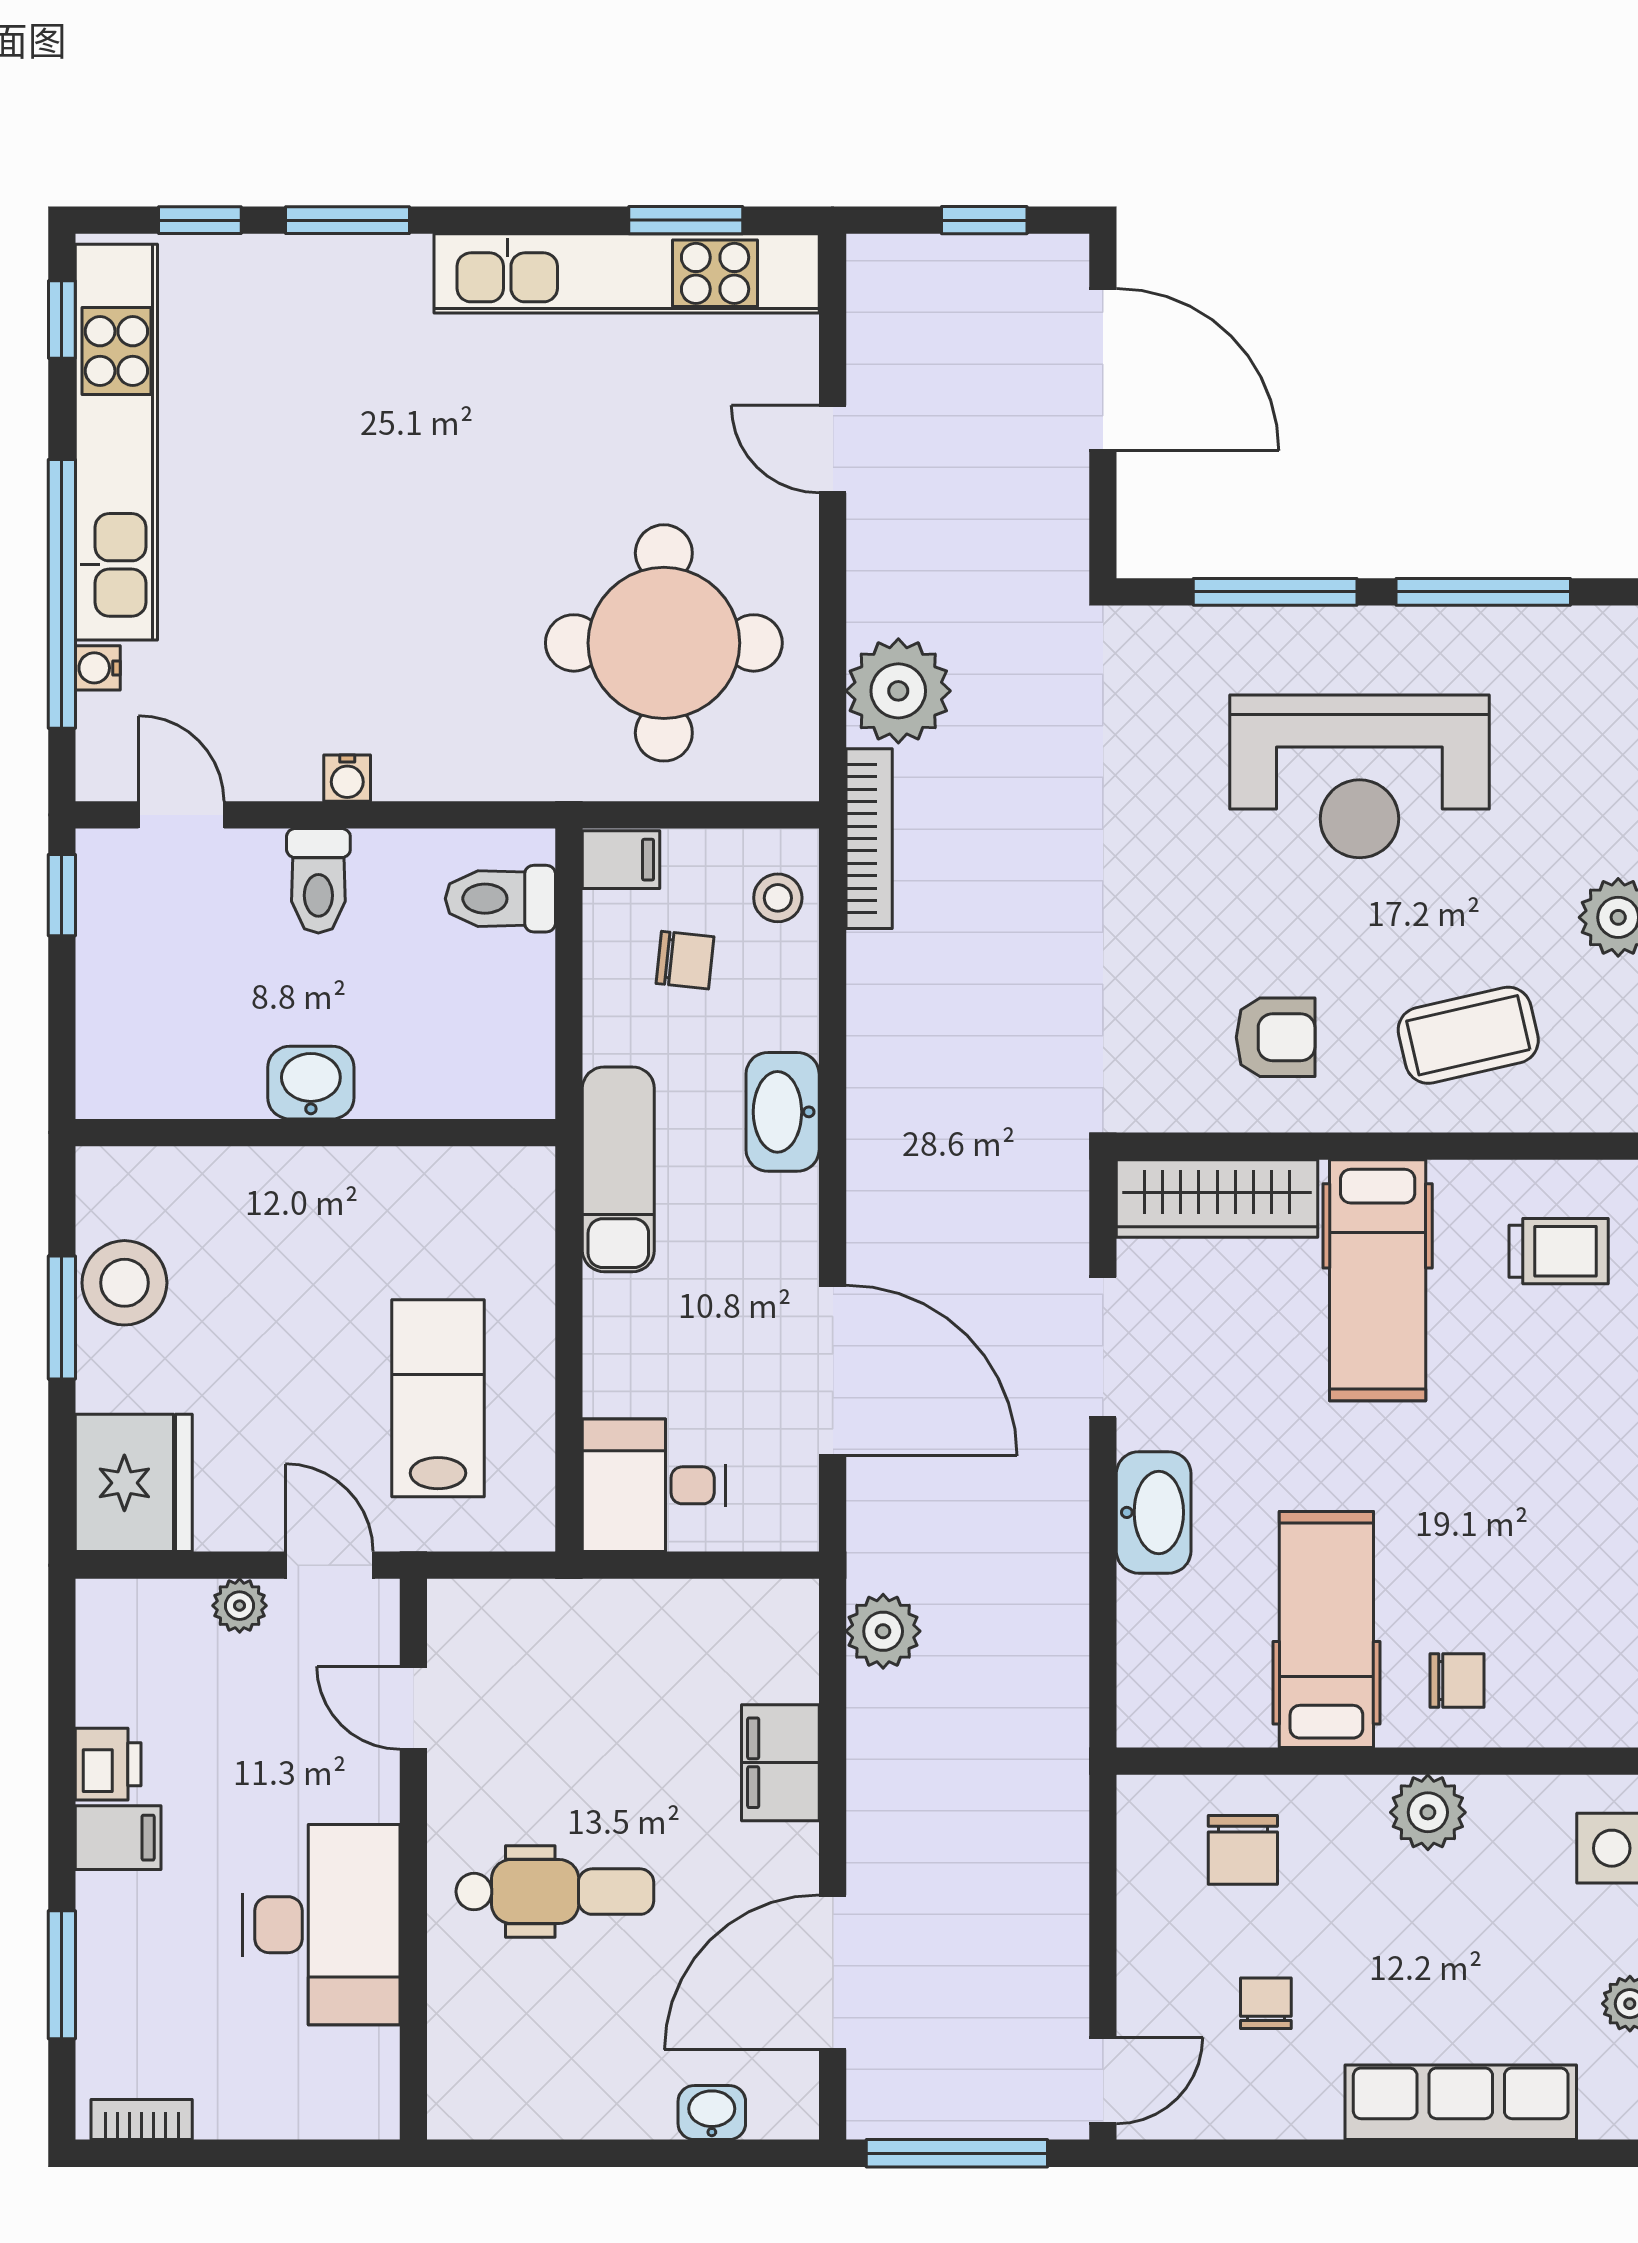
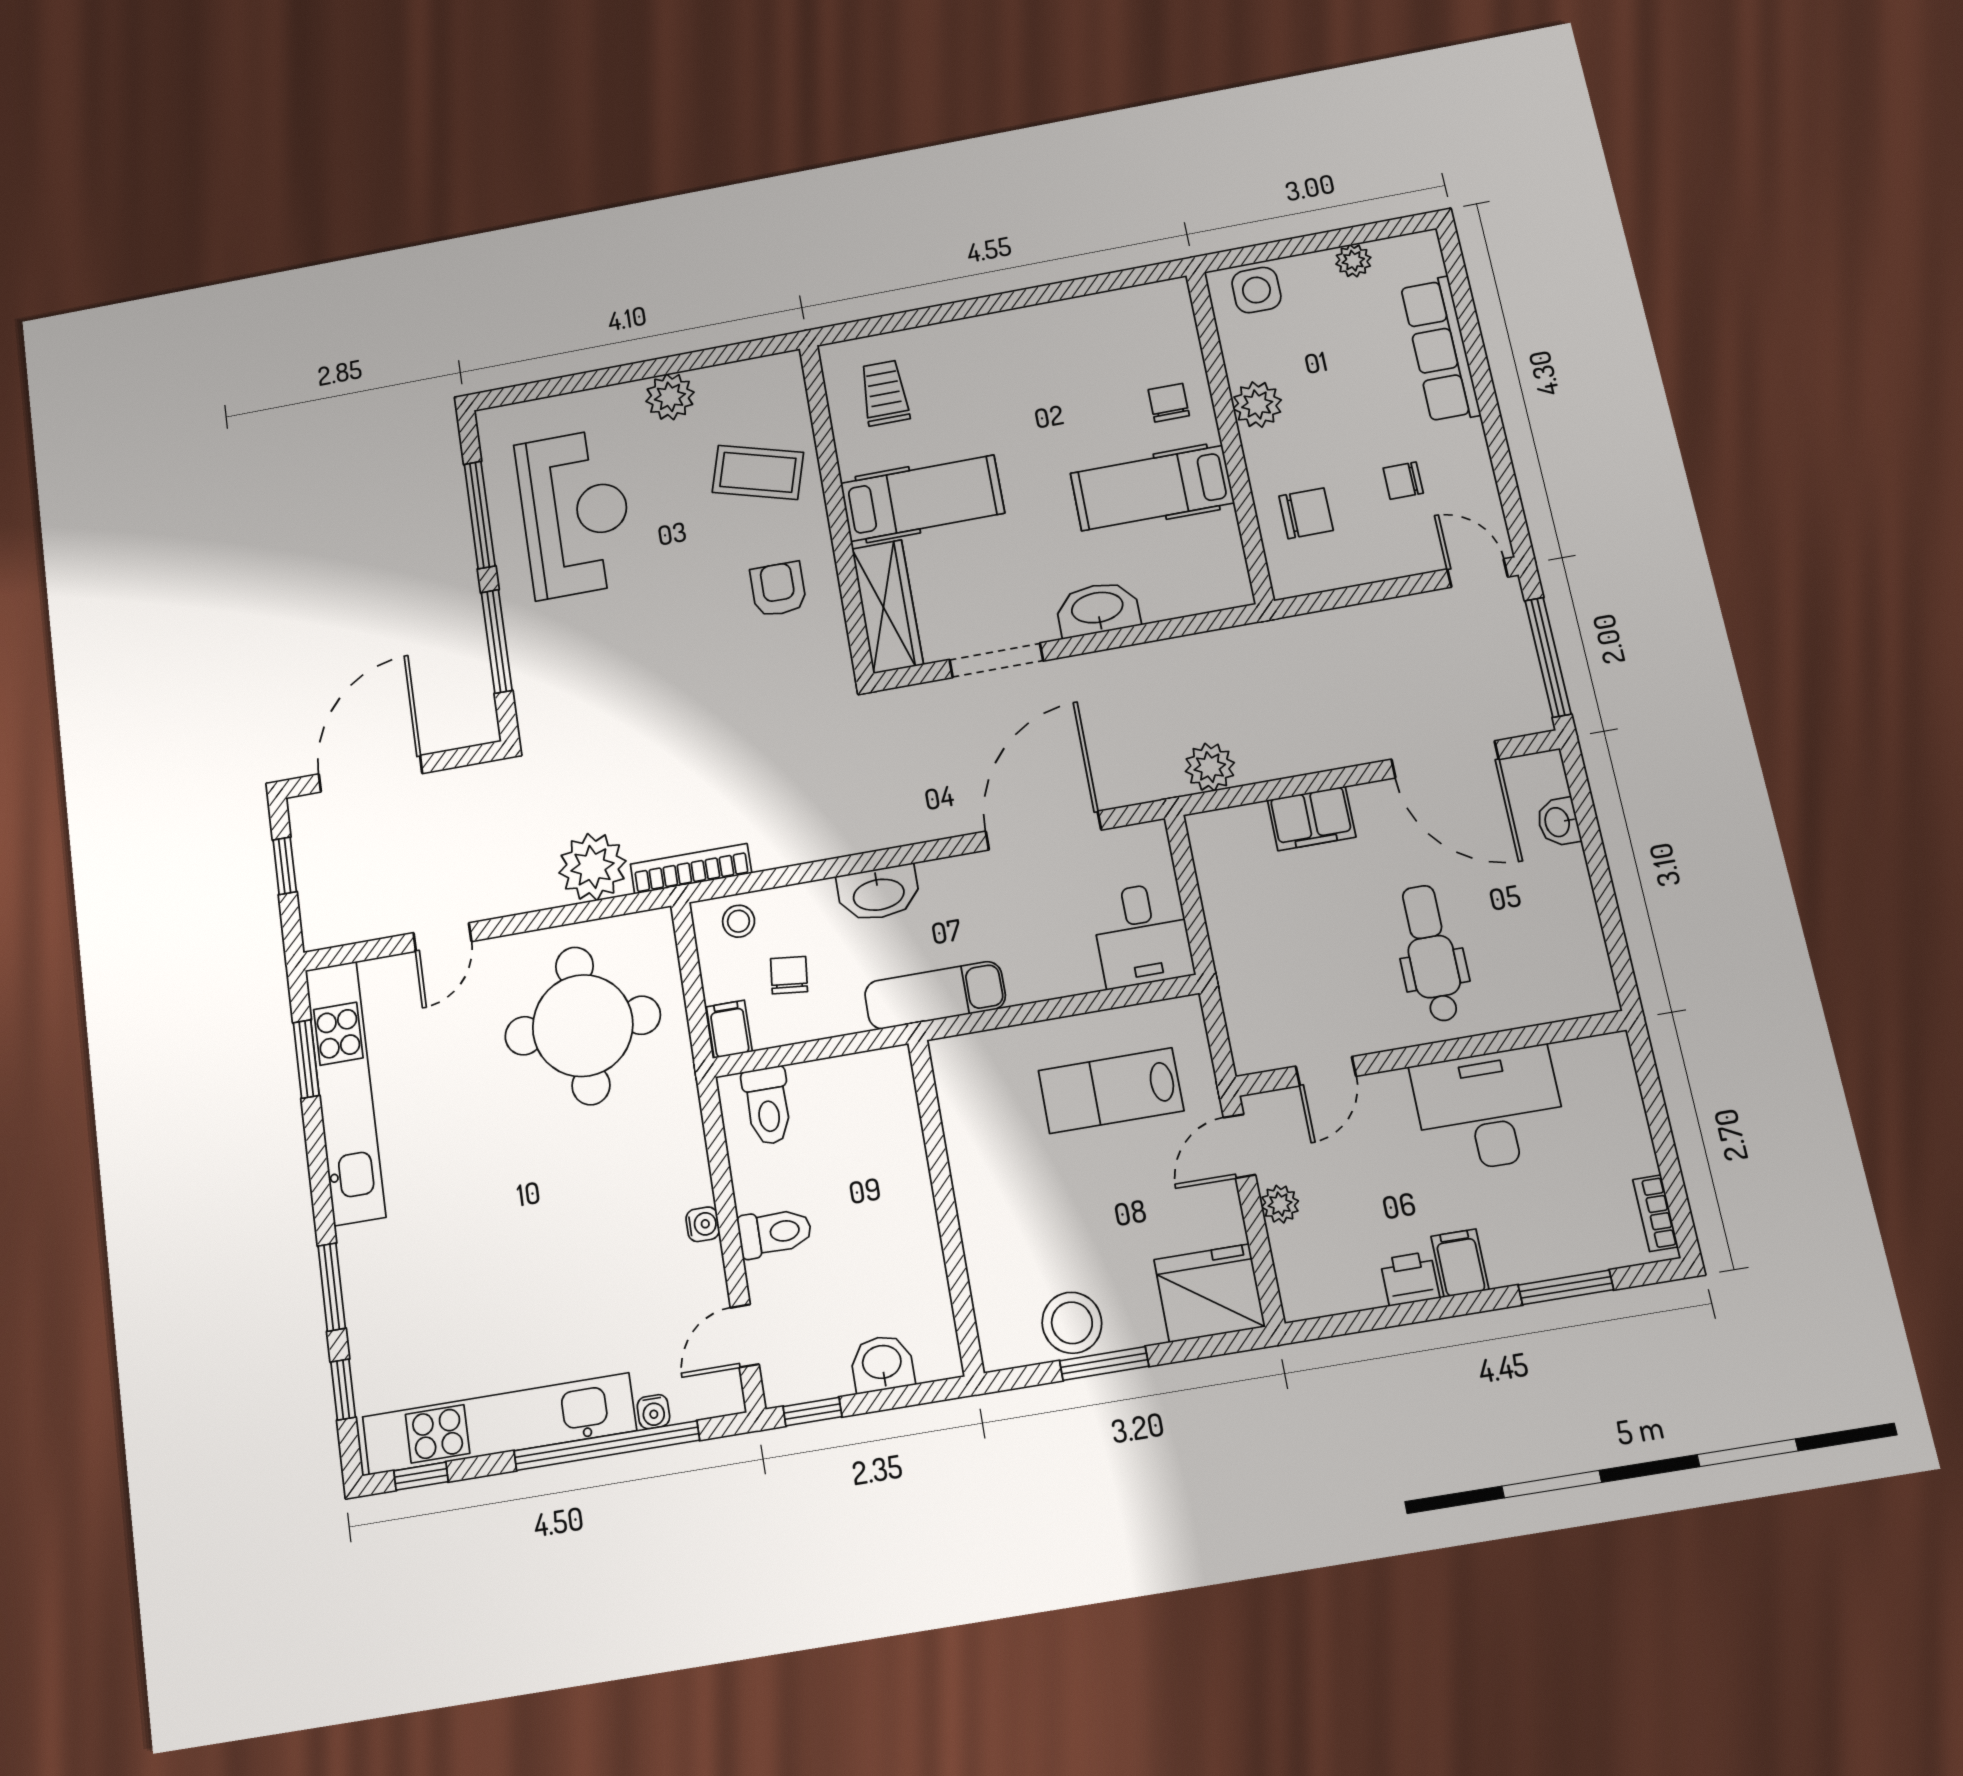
reception desk: (1359, 776) -> (575, 513), moved
coffee table: (1468, 1035) -> (758, 472), turned -61
washbasin: (311, 1083) -> (882, 1363), moved, turned 90

